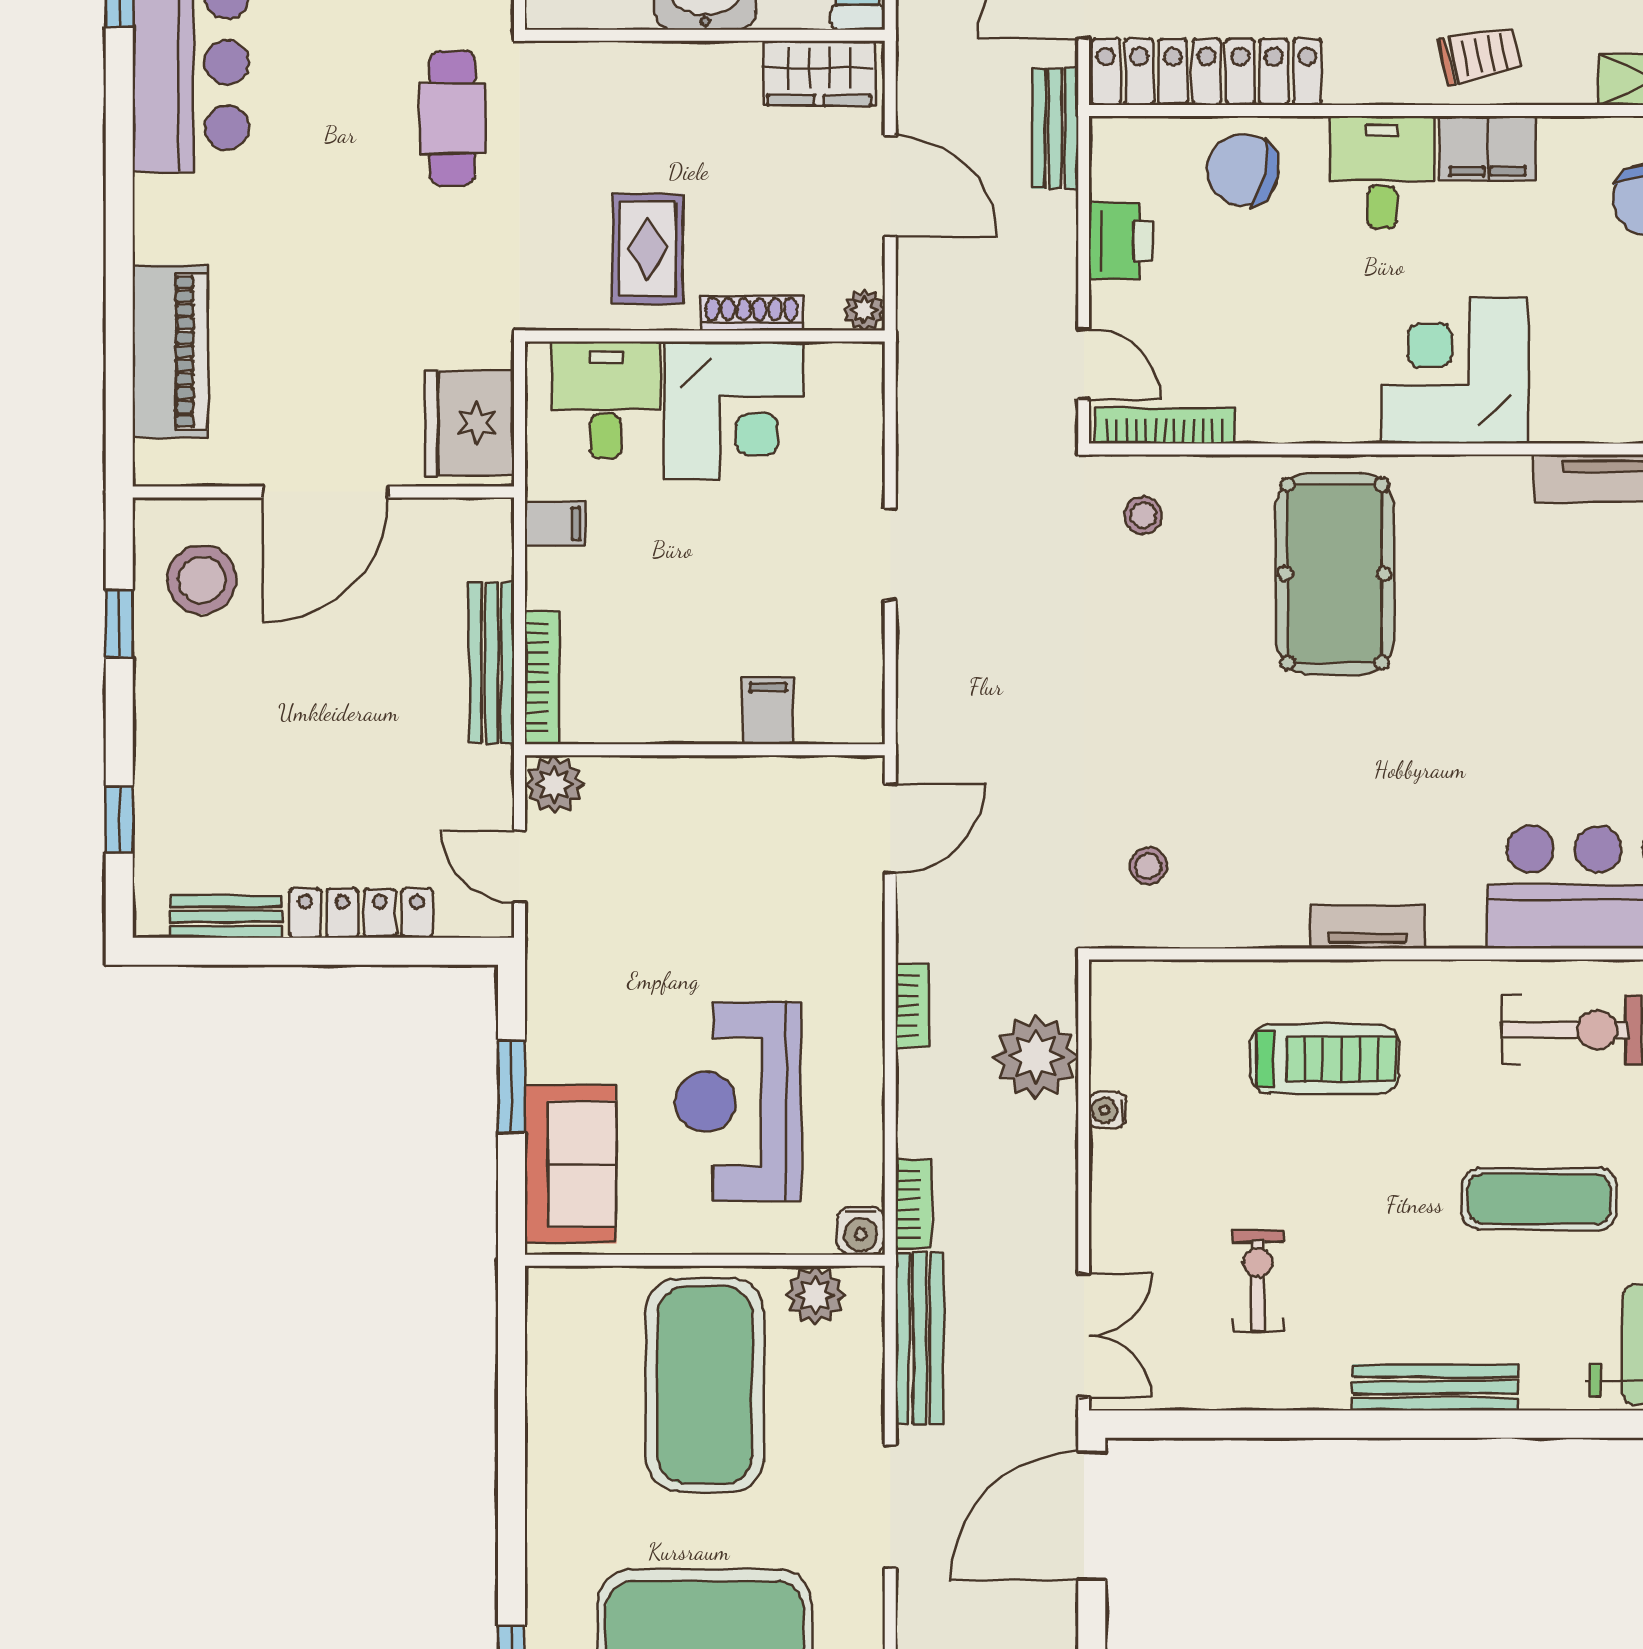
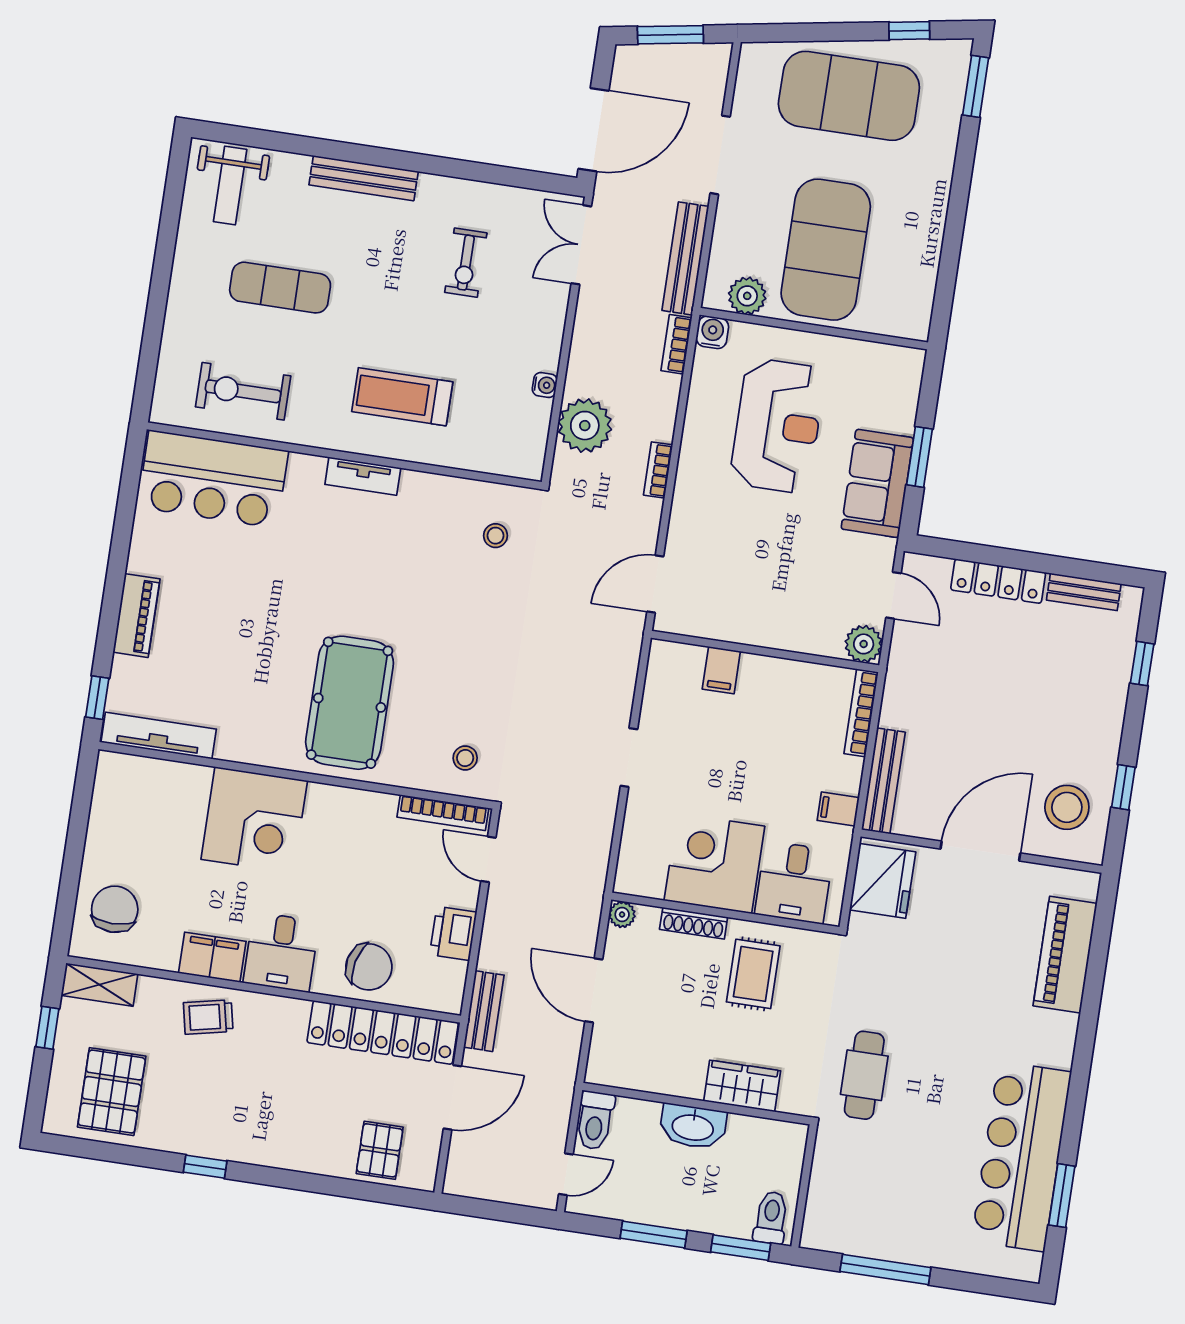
wardrobe: (819, 73) -> (742, 1086), moved
bench: (492, 663) -> (883, 781), moved
sofa: (571, 1164) -> (877, 483), moved

